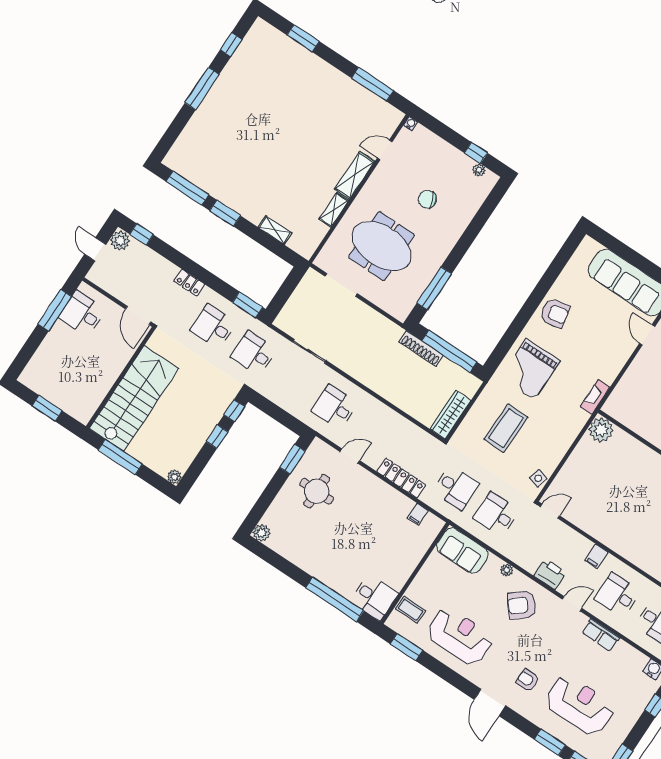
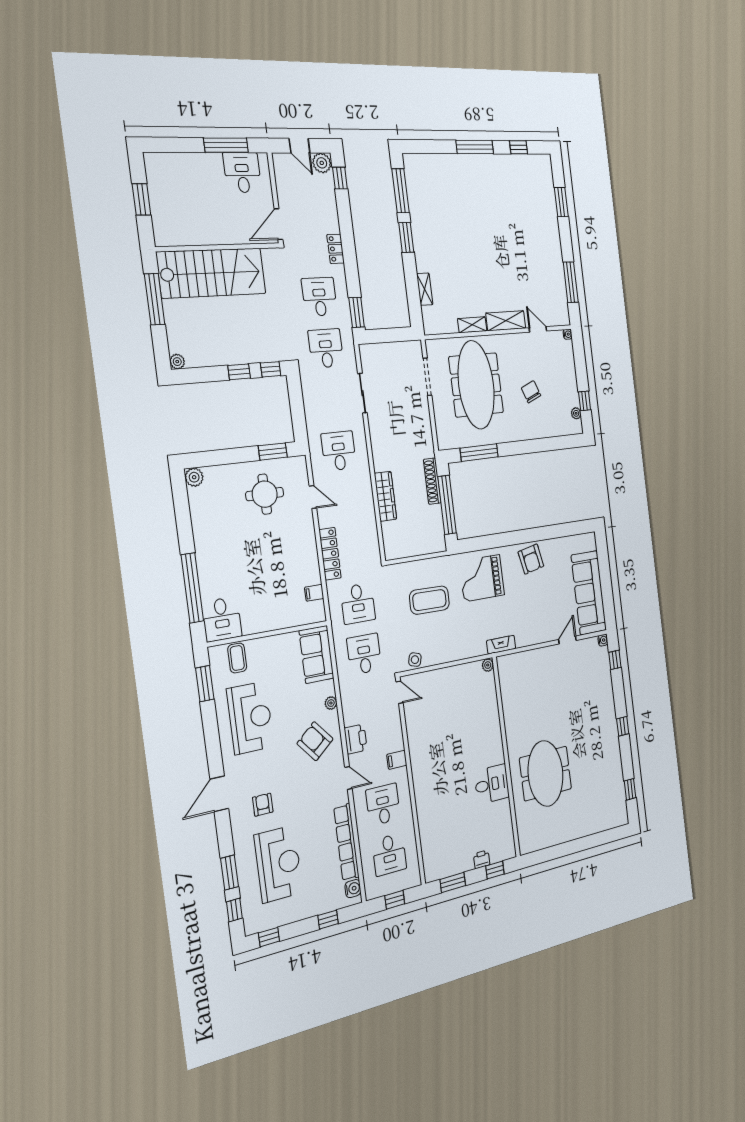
meeting table: (382, 246) -> (476, 385), width x1.36
door: (95, 249) -> (299, 146), swing flipped
wardrobe: (450, 415) -> (385, 496), moved, turned 90
plant: (601, 430) -> (488, 665), width x0.53, depth x0.53
row of seats: (601, 635) -> (346, 842), width x2.02

